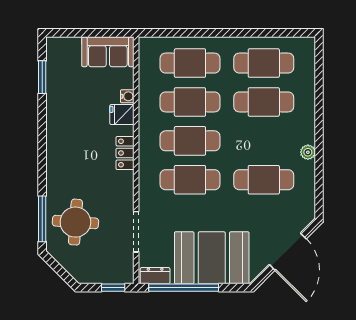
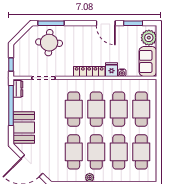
plant: (67, 50) -> (149, 38), added
door: (42, 124) -> (106, 23), added
cafe table: (264, 141) -> (96, 152), added
locker: (125, 153) -> (89, 71), width x1.53
booth: (212, 258) -> (24, 127), width x0.73, depth x0.70

